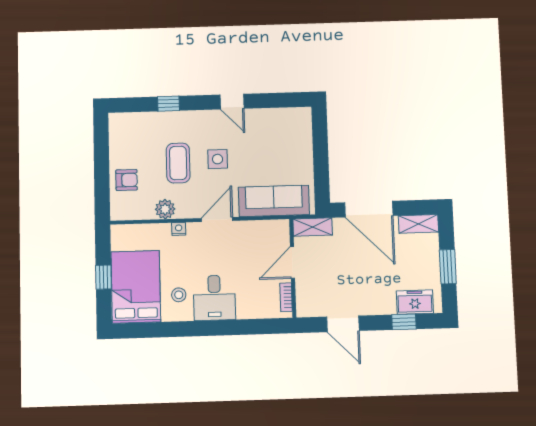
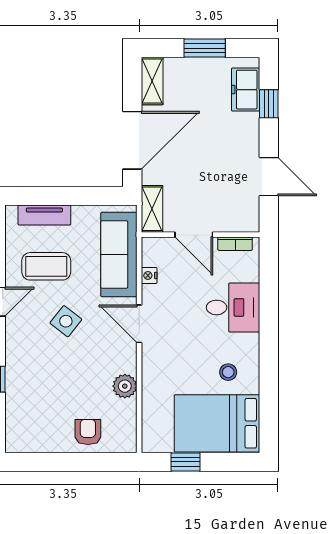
tv unit: (304, 139) -> (44, 215), added
side table: (218, 159) -> (66, 321), turned 38
coffee table: (178, 163) -> (46, 266), moved
nightstand: (179, 229) -> (149, 275), moved
window: (103, 277) -> (186, 462), moved
desk: (214, 298) -> (233, 307), moved
door: (343, 324) -> (269, 177), hinge flipped

